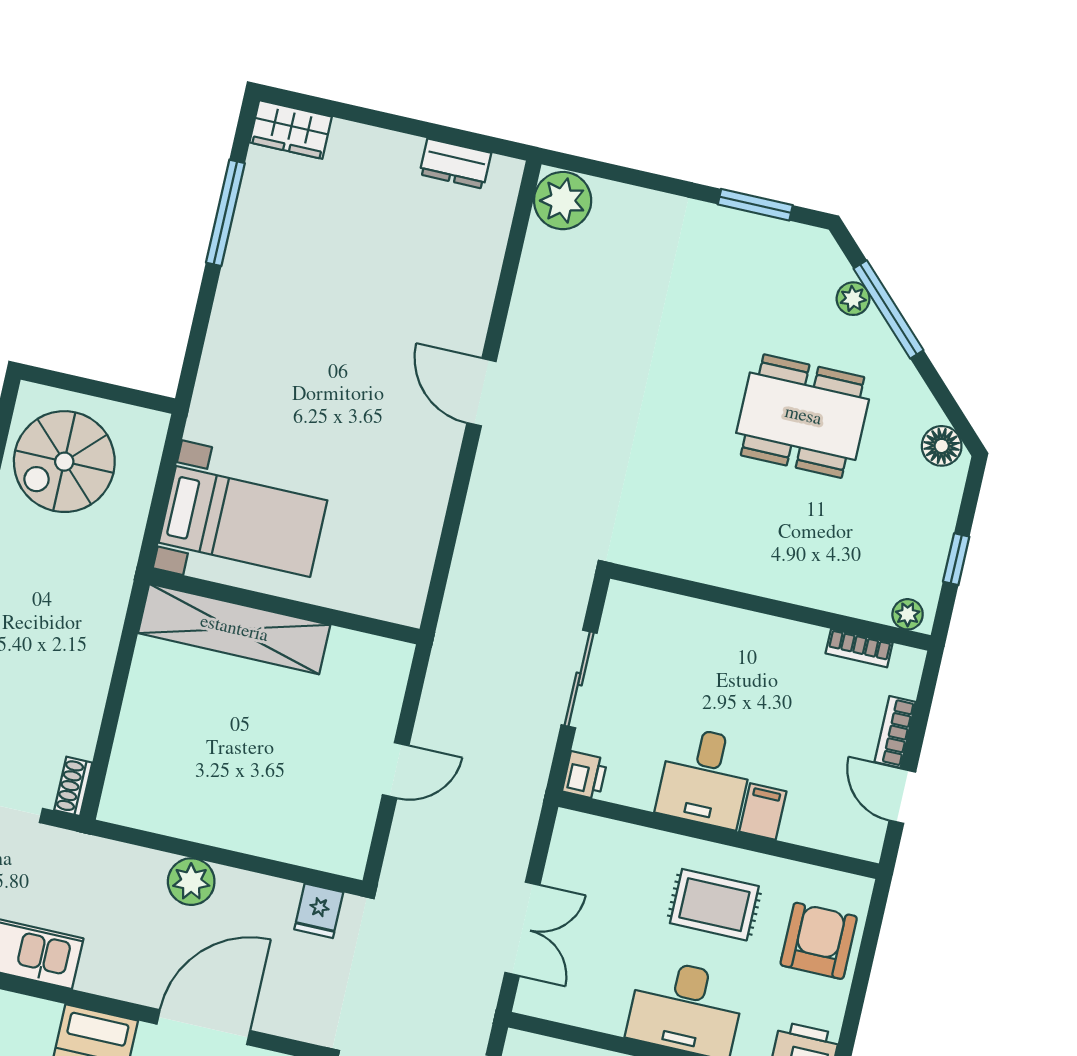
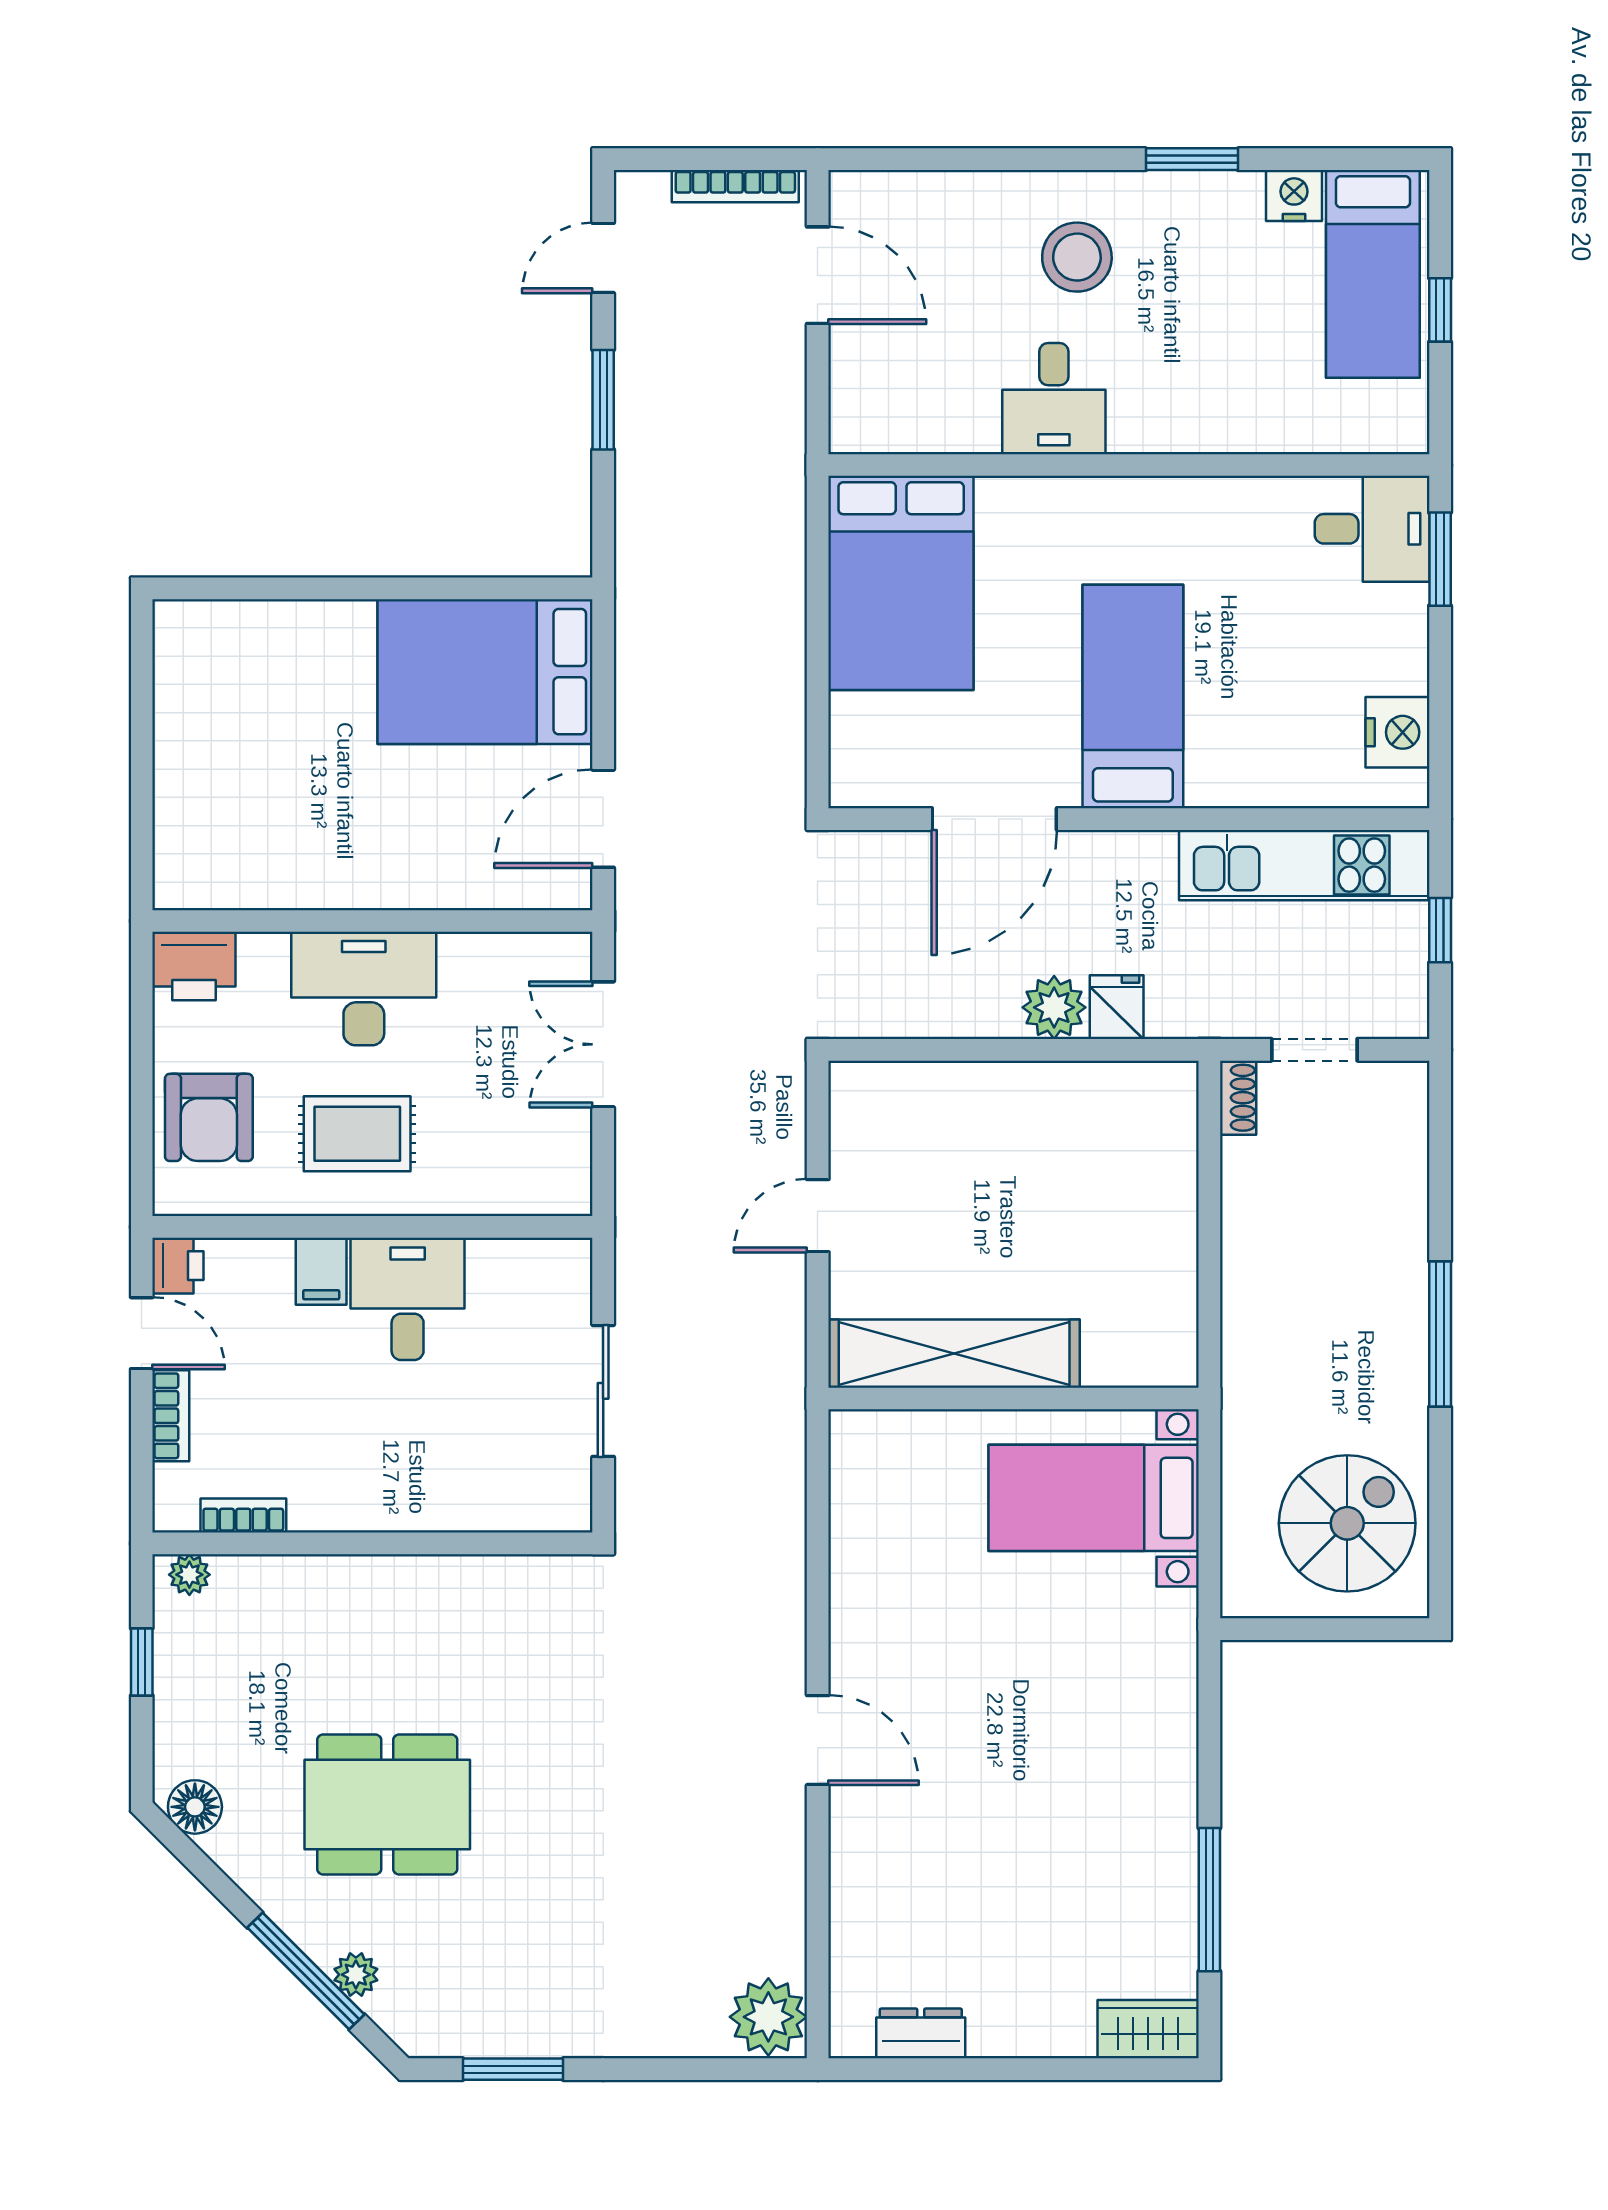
shelving: (234, 629) -> (954, 1354), moved
printer: (585, 775) -> (178, 1266), moved, turned 180
fridge: (319, 911) -> (1117, 1007), moved

